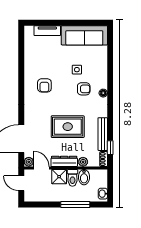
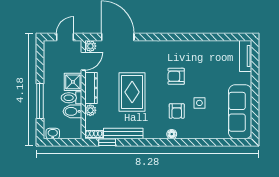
tv unit: (47, 31) -> (246, 56), moved
armchair: (44, 85) -> (176, 76), moved

